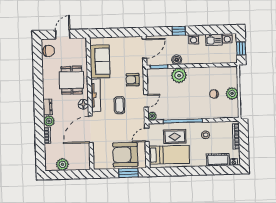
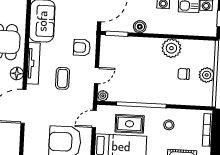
plant: (179, 75) -> (171, 48), moved

